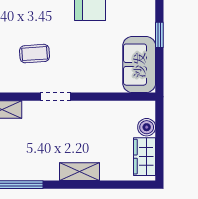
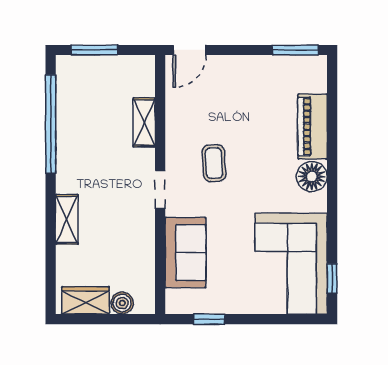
window: (159, 35) -> (209, 319), moved
sofa: (139, 65) -> (186, 253), moved, turned 90

